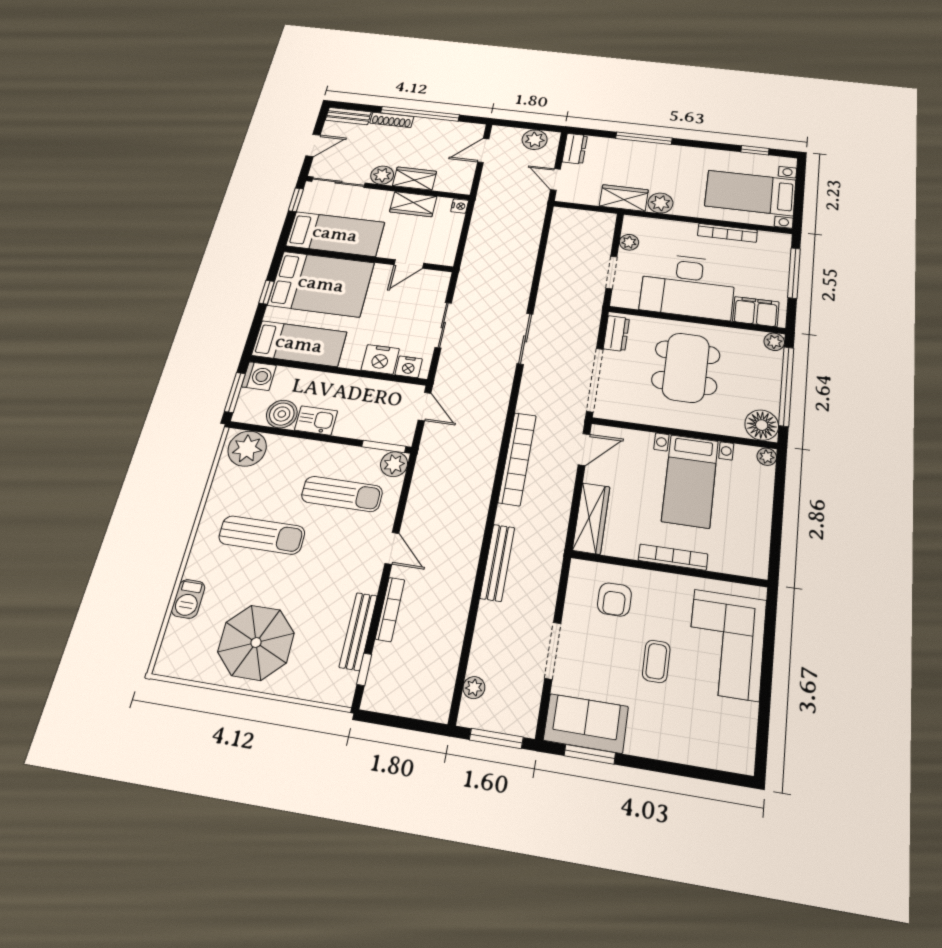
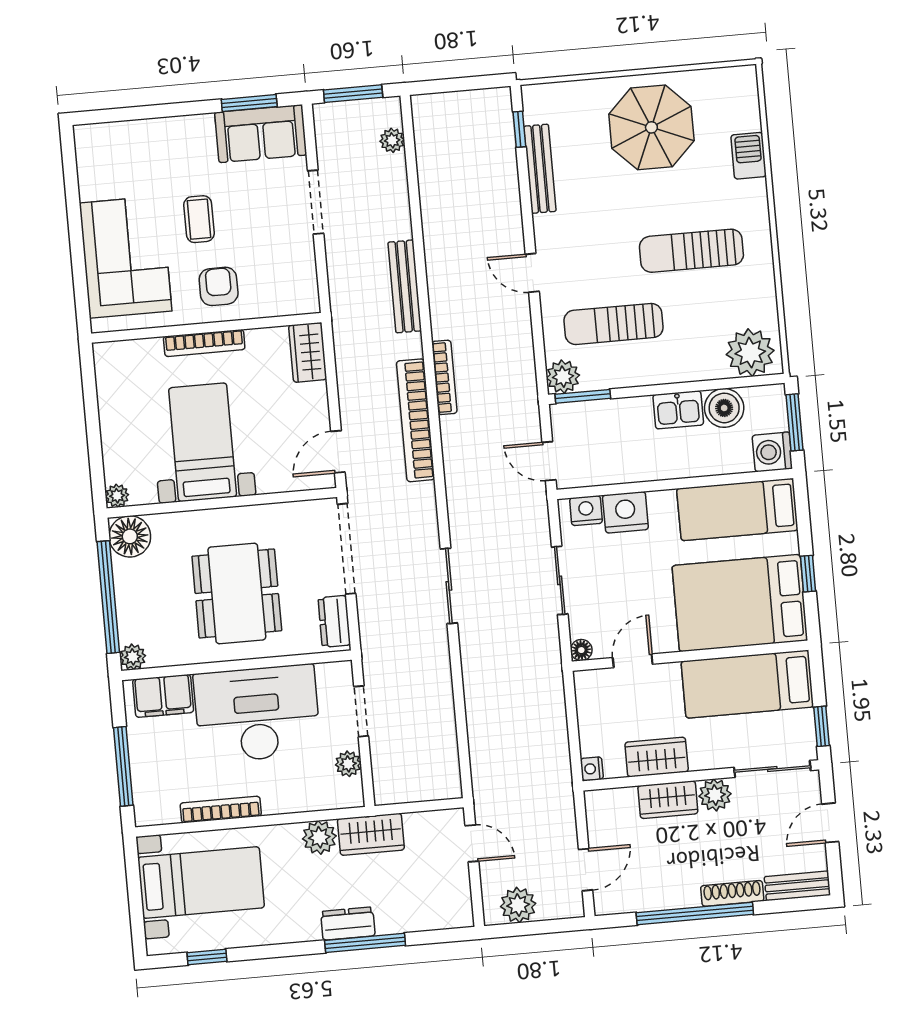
dresser: (575, 149) -> (348, 924), moved, turned 90
floor lamp: (443, 278) -> (581, 650), added
wardrobe: (591, 518) -> (308, 352), width x0.67
armchair: (614, 600) -> (219, 286), moved
bookcase: (390, 609) -> (444, 377), moved, turned 180

